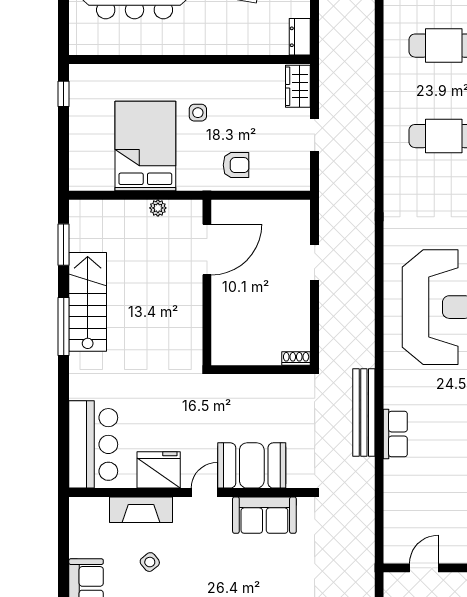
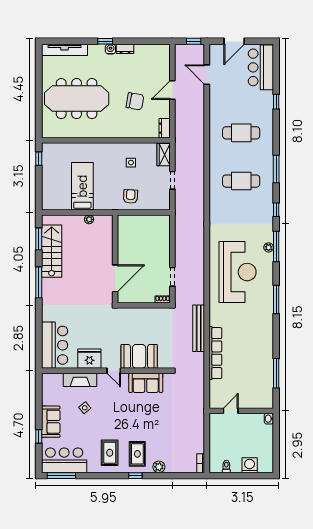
side table: (198, 113) -> (131, 163), moved
bed: (145, 146) -> (82, 186), width x0.67
armchair: (236, 165) -> (131, 196), turned -87
door: (207, 250) -> (115, 278), moved
doorway: (315, 263) -> (172, 277), moved
stairs: (88, 302) -> (52, 251), moved
row of seats: (395, 434) -> (215, 353), width x2.02
door: (204, 492) -> (114, 371), swing flipped

